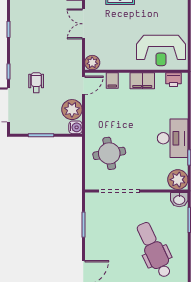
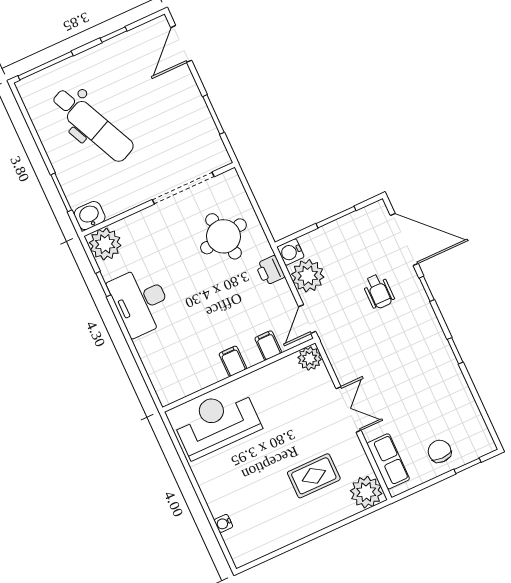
printer: (174, 80) -> (270, 270), moved, turned -90
filing cabinet: (142, 81) -> (233, 361), width x0.50

